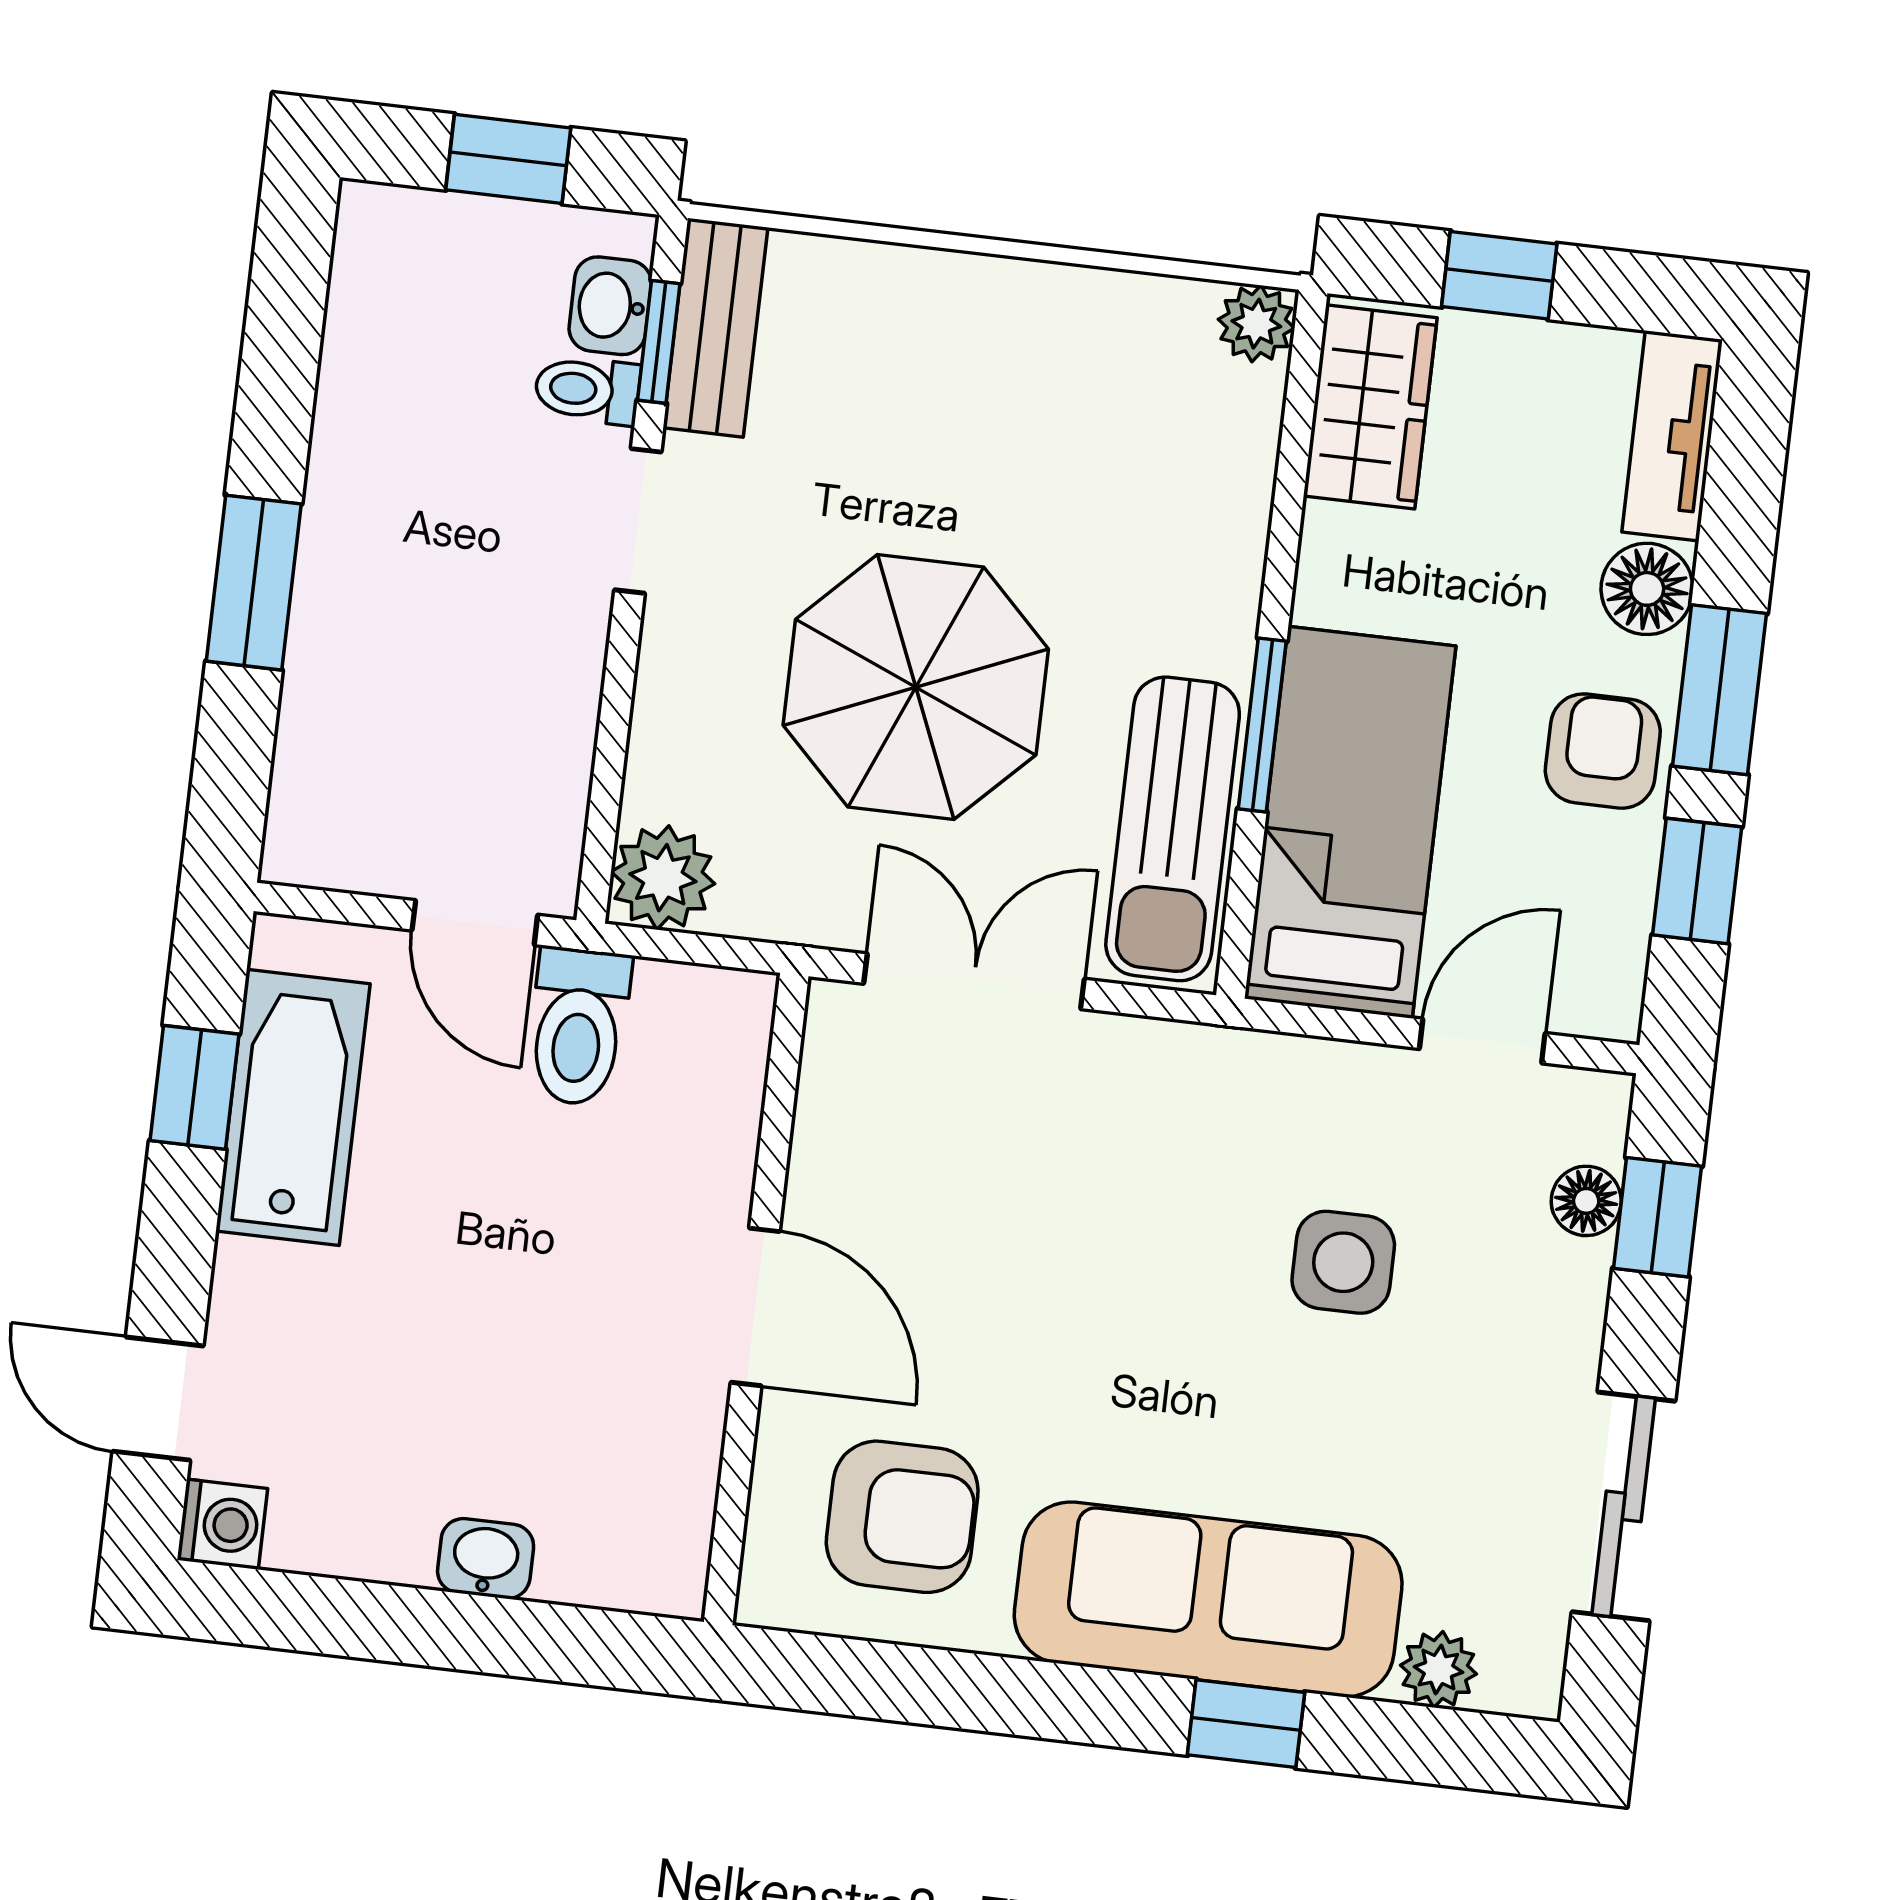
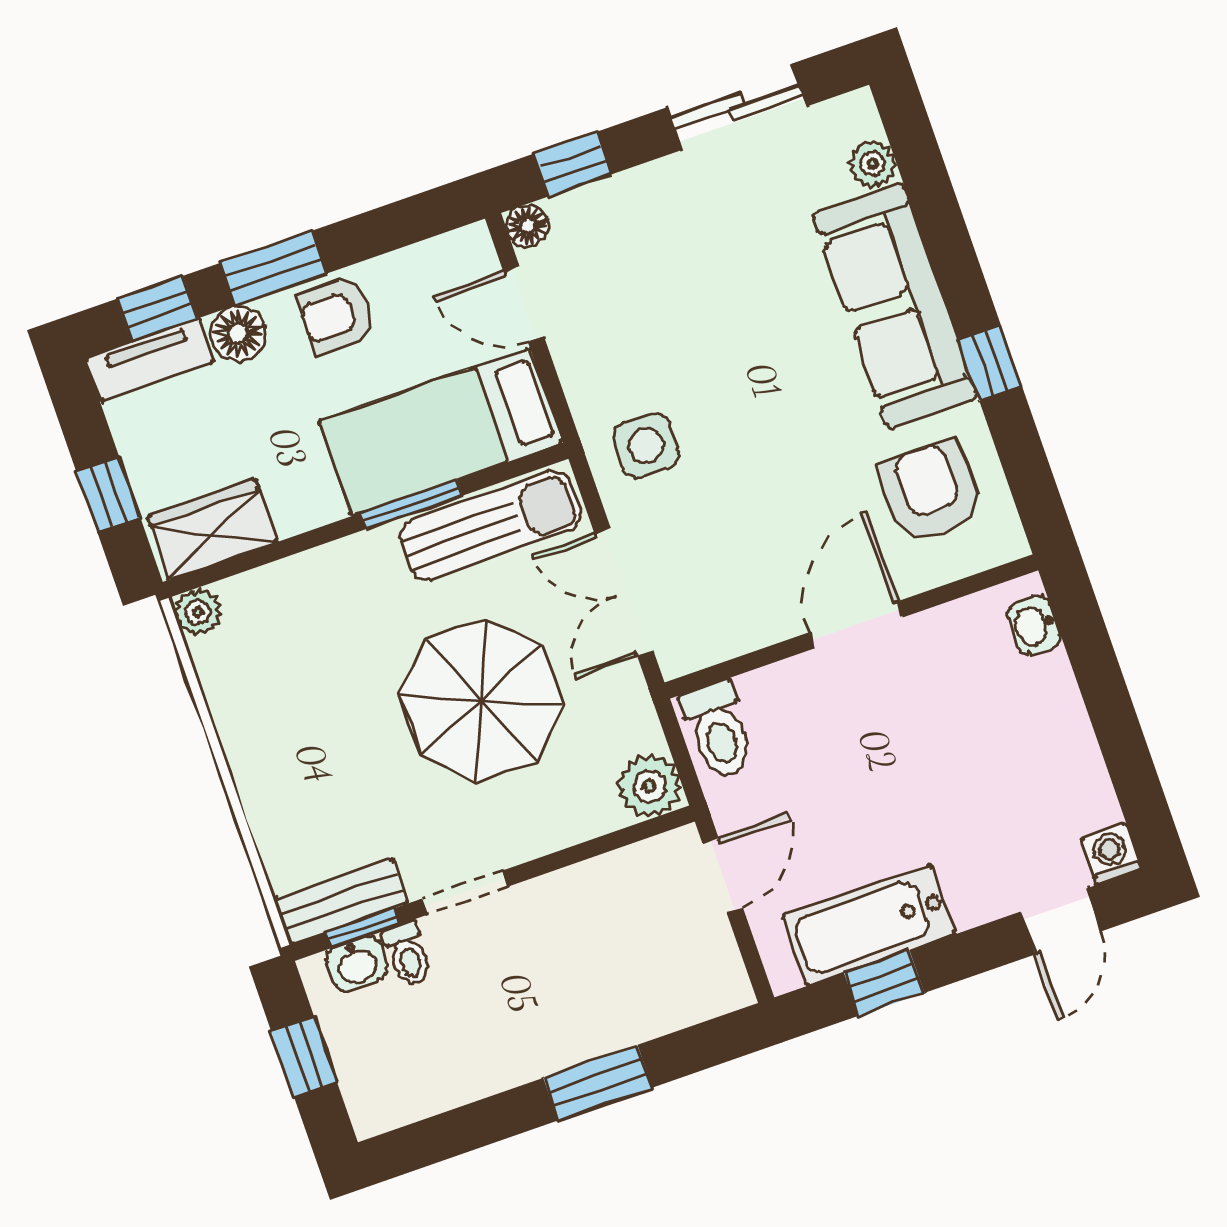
window: (1697, 881) -> (157, 309), moved
toilet: (578, 1027) -> (718, 730), moved, turned 90
floor lamp: (1586, 1201) -> (527, 226), moved
side table: (1343, 1262) -> (646, 446), moved
washbasin: (486, 1559) -> (1034, 626), moved
window: (1246, 1724) -> (990, 363), moved

